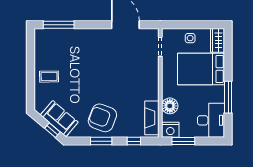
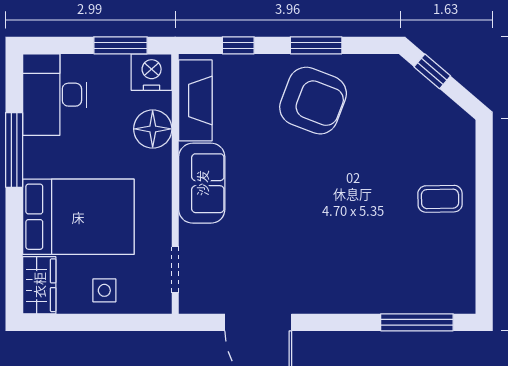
sofa: (59, 119) -> (202, 183), moved, turned -131

